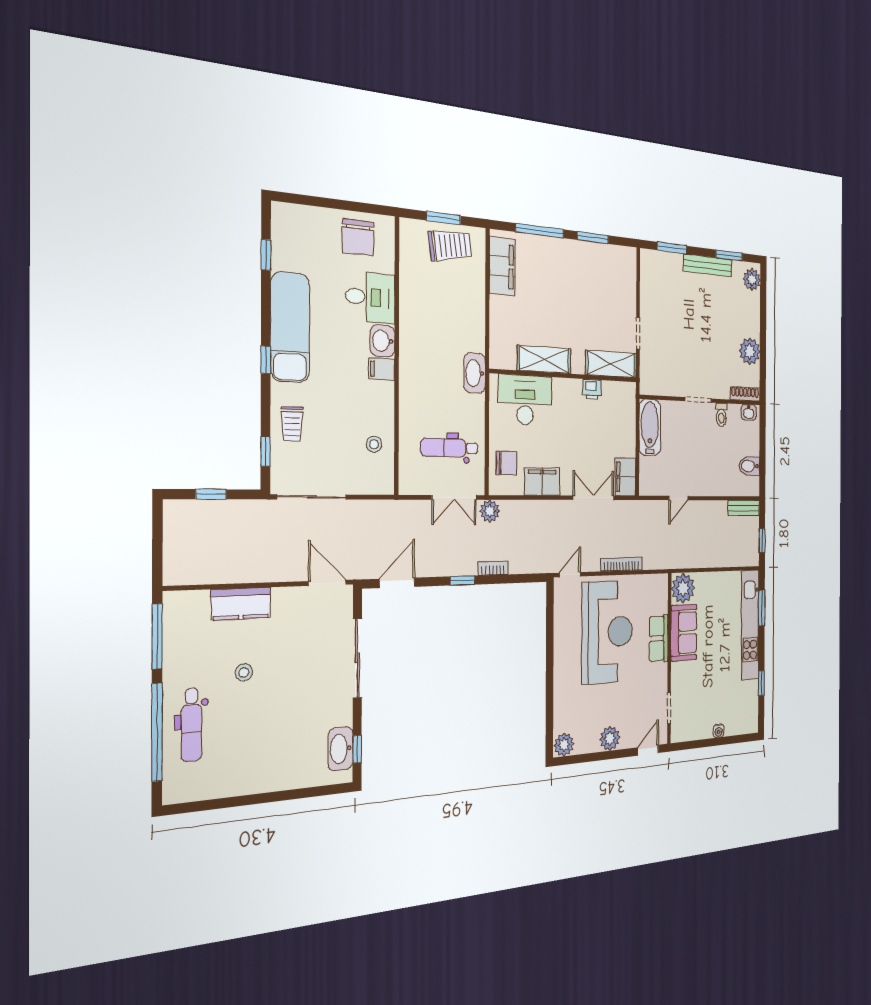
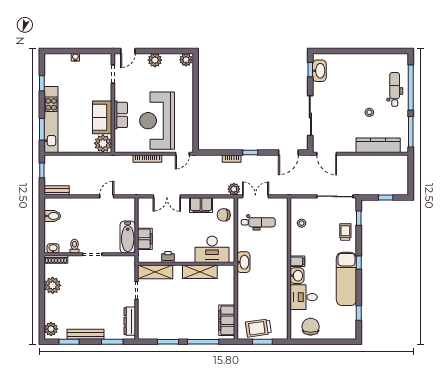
dresser: (648, 281) -> (130, 321), added
filing cabinet: (625, 477) -> (145, 239), moved
kitchen counter: (241, 604) -> (378, 145), width x1.50

